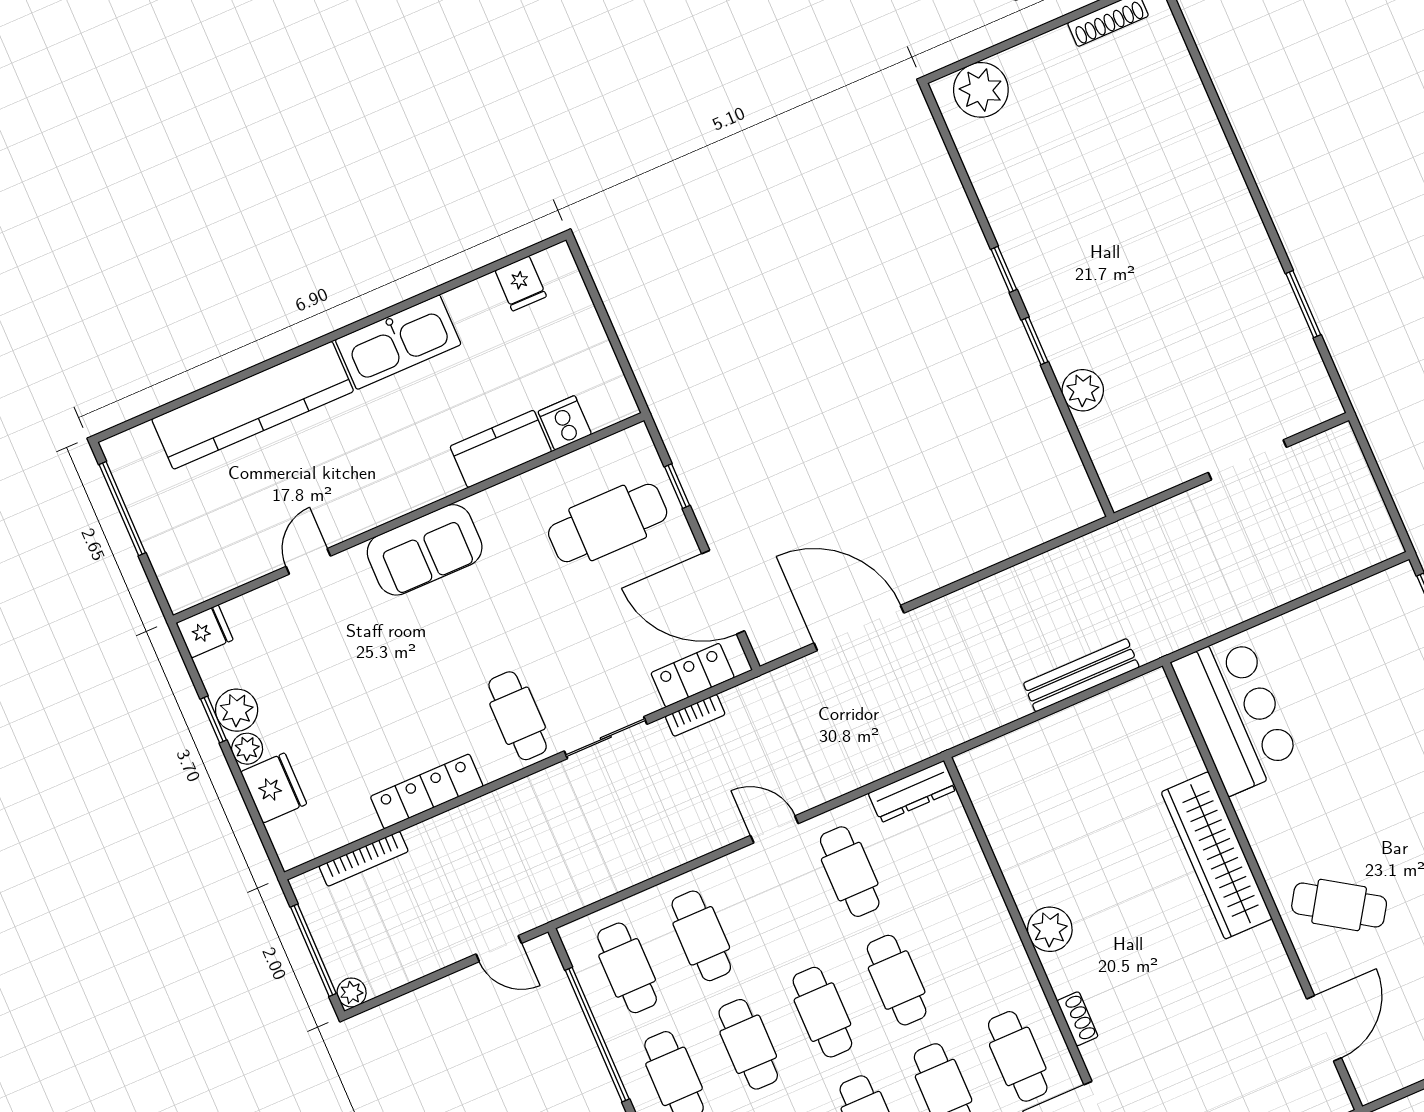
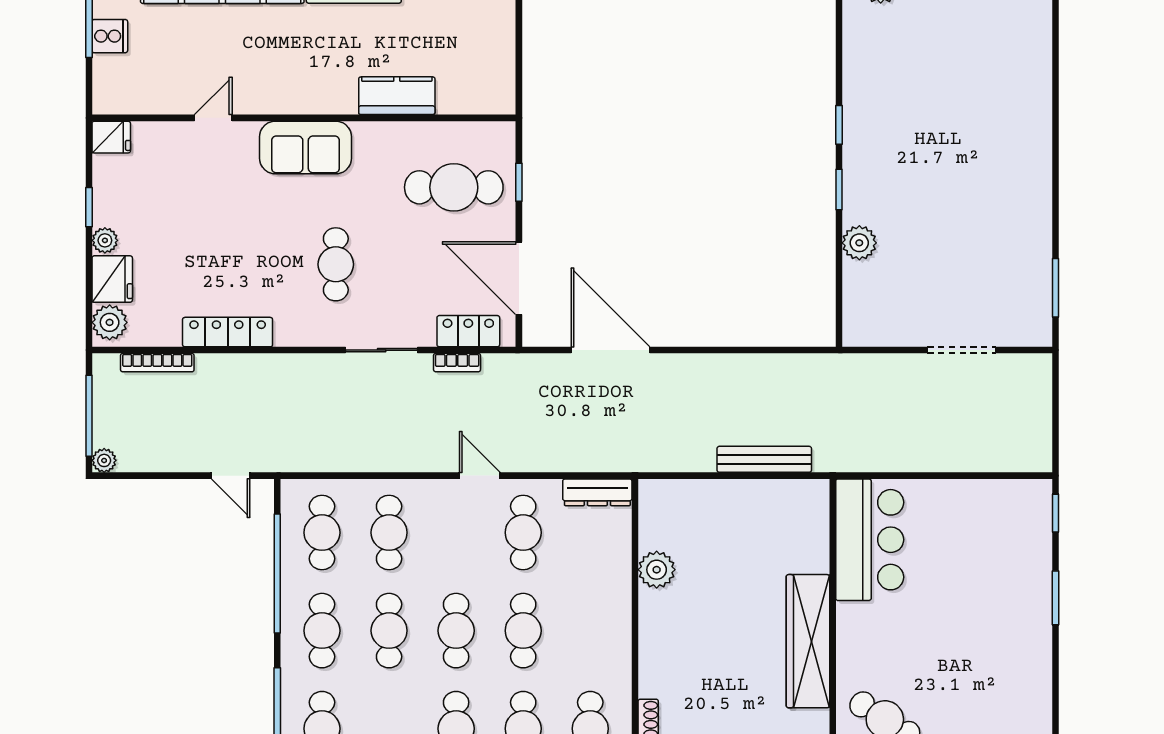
window: (1303, 304) -> (1056, 288), moved
cooker: (565, 423) -> (110, 36), moved, turned 90
plant: (237, 710) -> (110, 322), moved
cafe table: (518, 716) -> (336, 264), moved
plant: (1050, 929) -> (657, 570), moved

